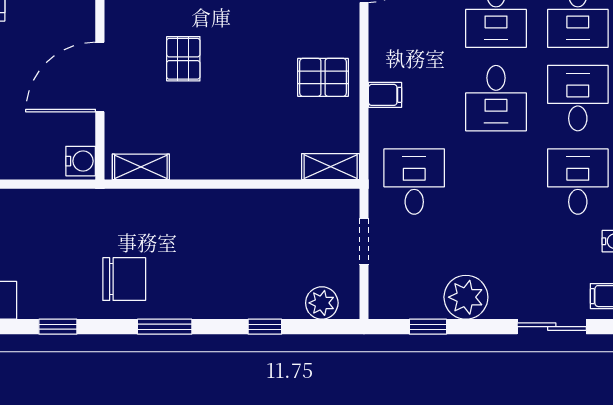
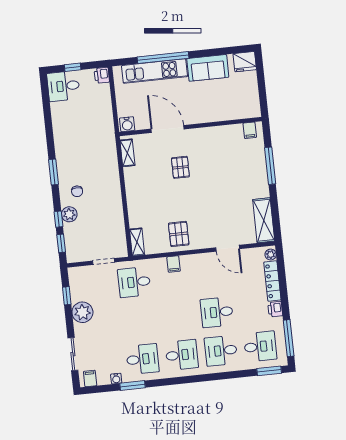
pallet: (183, 59) -> (180, 167), turned 90
desk: (496, 98) -> (178, 316), removed
desk: (414, 182) -> (134, 282), turned 180
chair: (124, 279) -> (77, 191), moved, width x0.54, depth x0.54
plant: (322, 303) -> (69, 214), moved
window: (58, 327) -> (61, 243), moved

